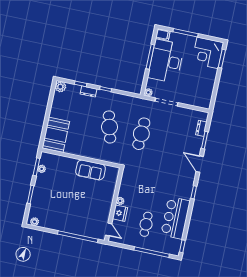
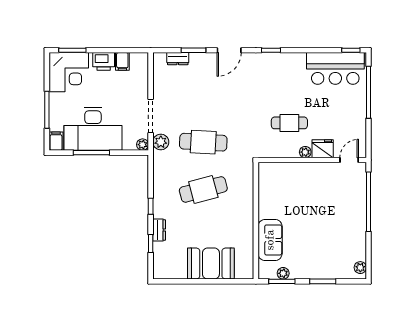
printer: (210, 78) -> (104, 61), added
plant: (60, 87) -> (161, 142), moved
filing cabinet: (207, 91) -> (122, 61), added
booth: (56, 135) -> (211, 264), moved
sofa: (91, 170) -> (270, 240), moved
bar counter: (175, 218) -> (335, 68), moved
cafe table: (146, 224) -> (289, 123), moved

